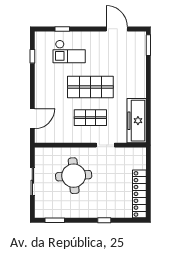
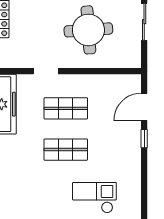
window: (32, 56) -> (144, 139), moved
shop shelf: (90, 87) -> (66, 150), width x0.70, depth x0.74

